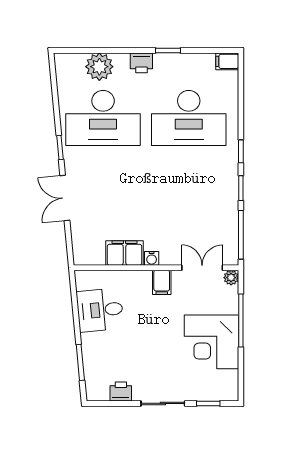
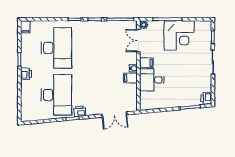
plant: (99, 67) -> (28, 97), removed
printer: (73, 161) -> (80, 111), added
double door: (65, 198) -> (114, 115), moved
filing cabinet: (125, 253) -> (130, 78), width x0.50
desk: (100, 310) -> (152, 80), moved, turned 95
printer: (121, 392) -> (206, 98), moved

